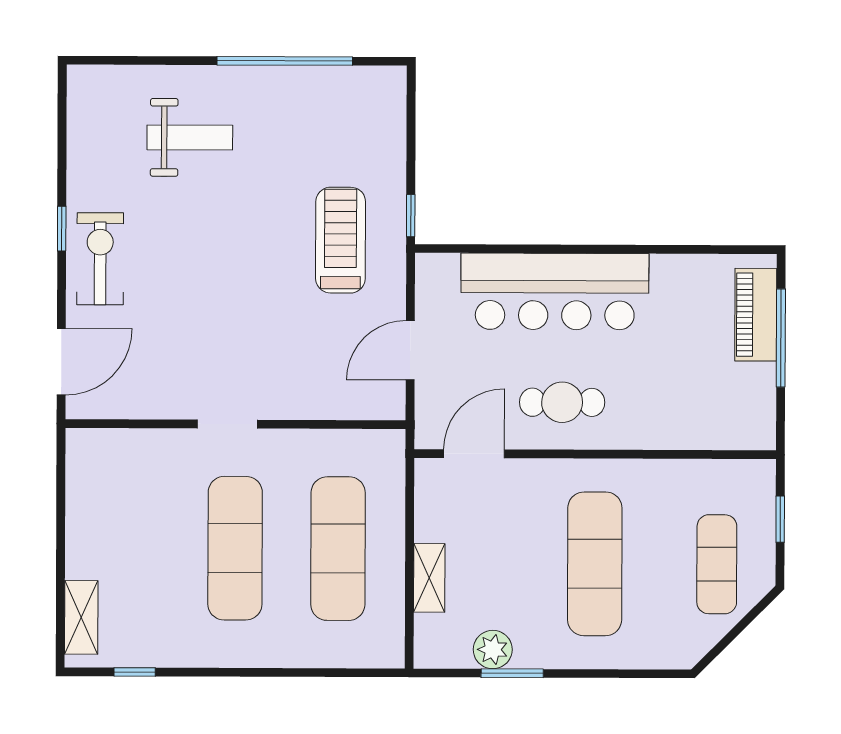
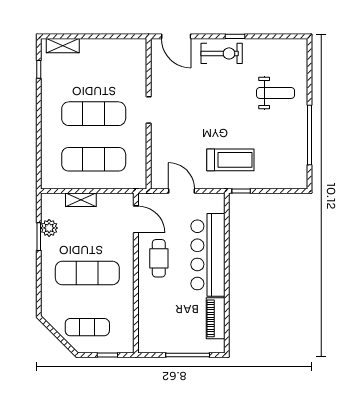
weight bench: (190, 137) -> (276, 93), turned -90
piano: (756, 315) -> (216, 318), moved, turned -90

